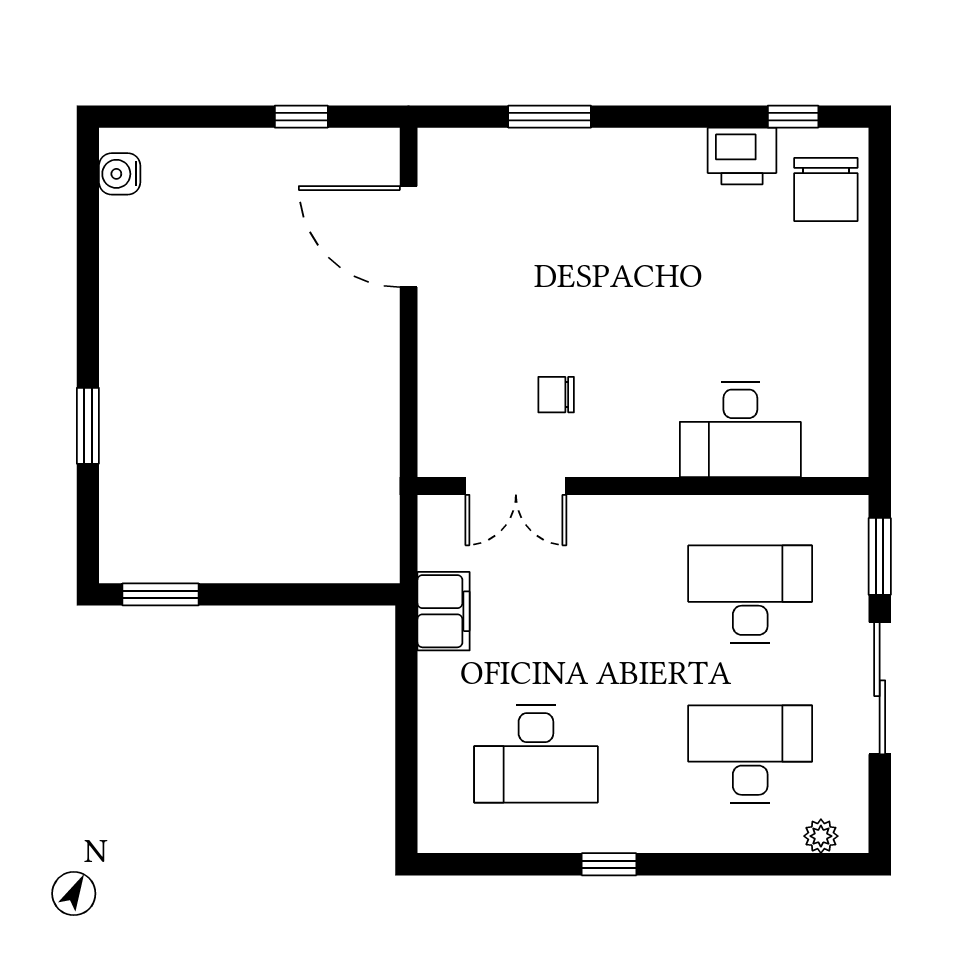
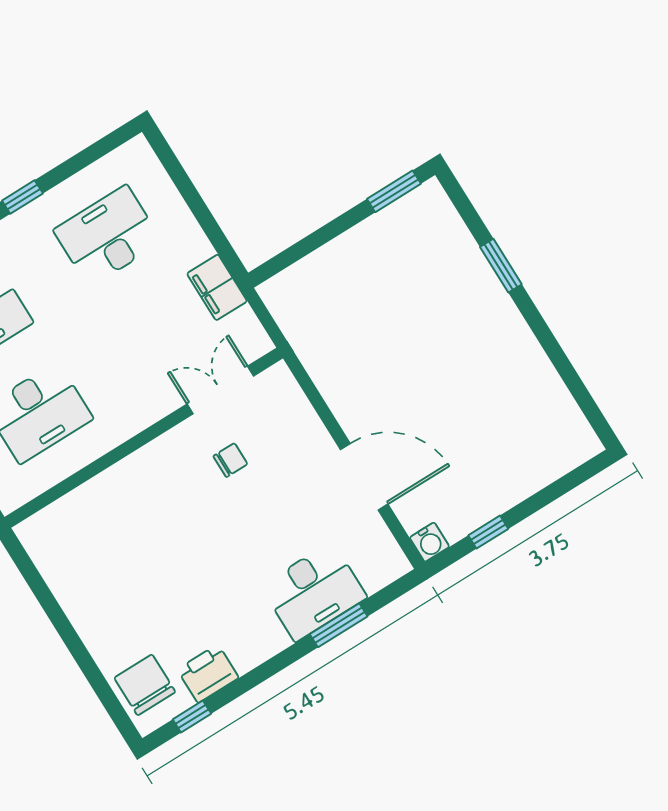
water cooler: (120, 174) -> (429, 542), moved, turned 90
door: (409, 237) -> (364, 477), moved
desk: (740, 430) -> (314, 592), moved, turned 180

